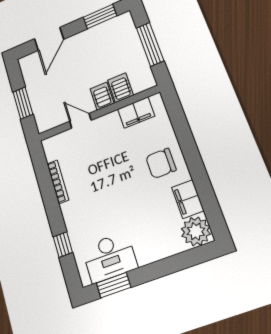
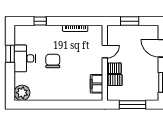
chair: (161, 163) -> (53, 61), moved
filing cabinet: (188, 199) -> (40, 95), removed
desk: (110, 257) -> (25, 58), moved
window: (114, 285) -> (10, 54), moved

